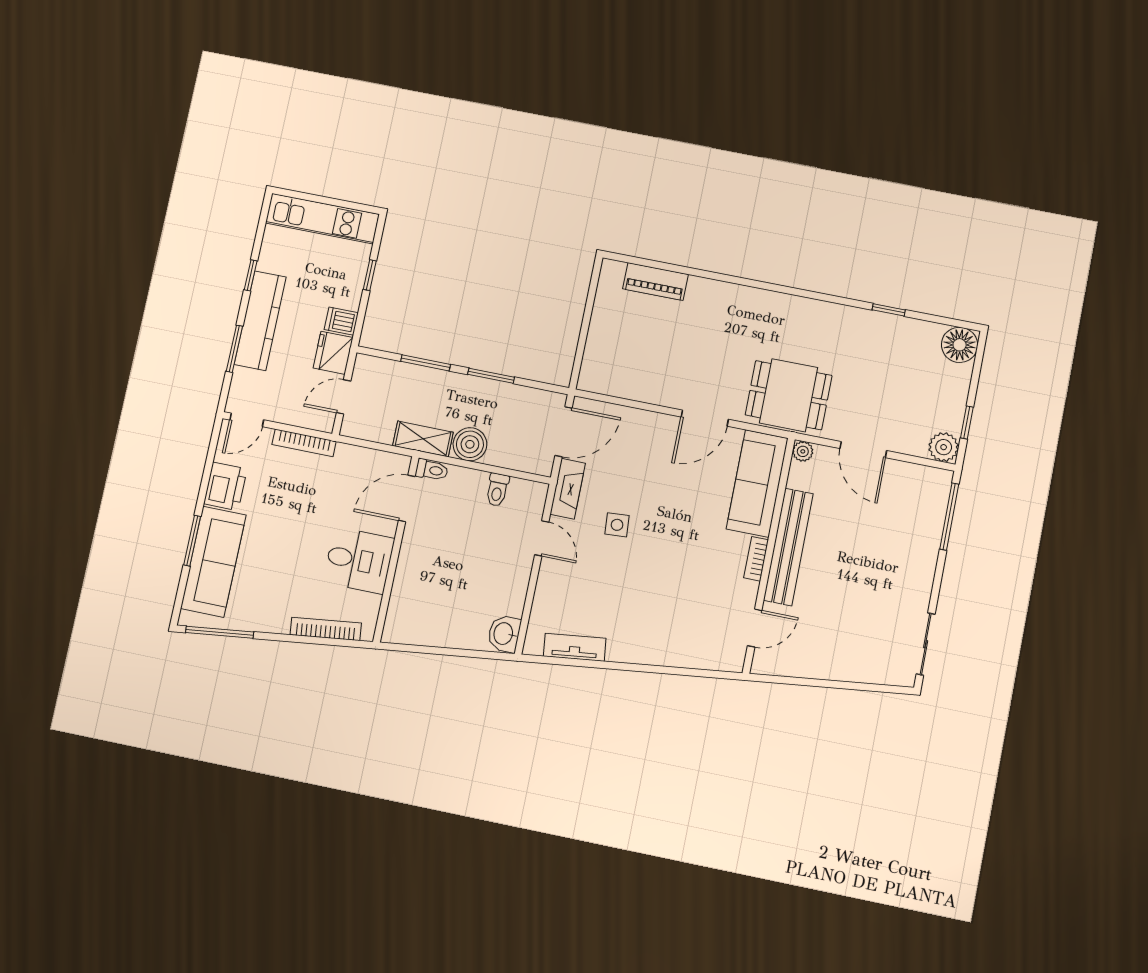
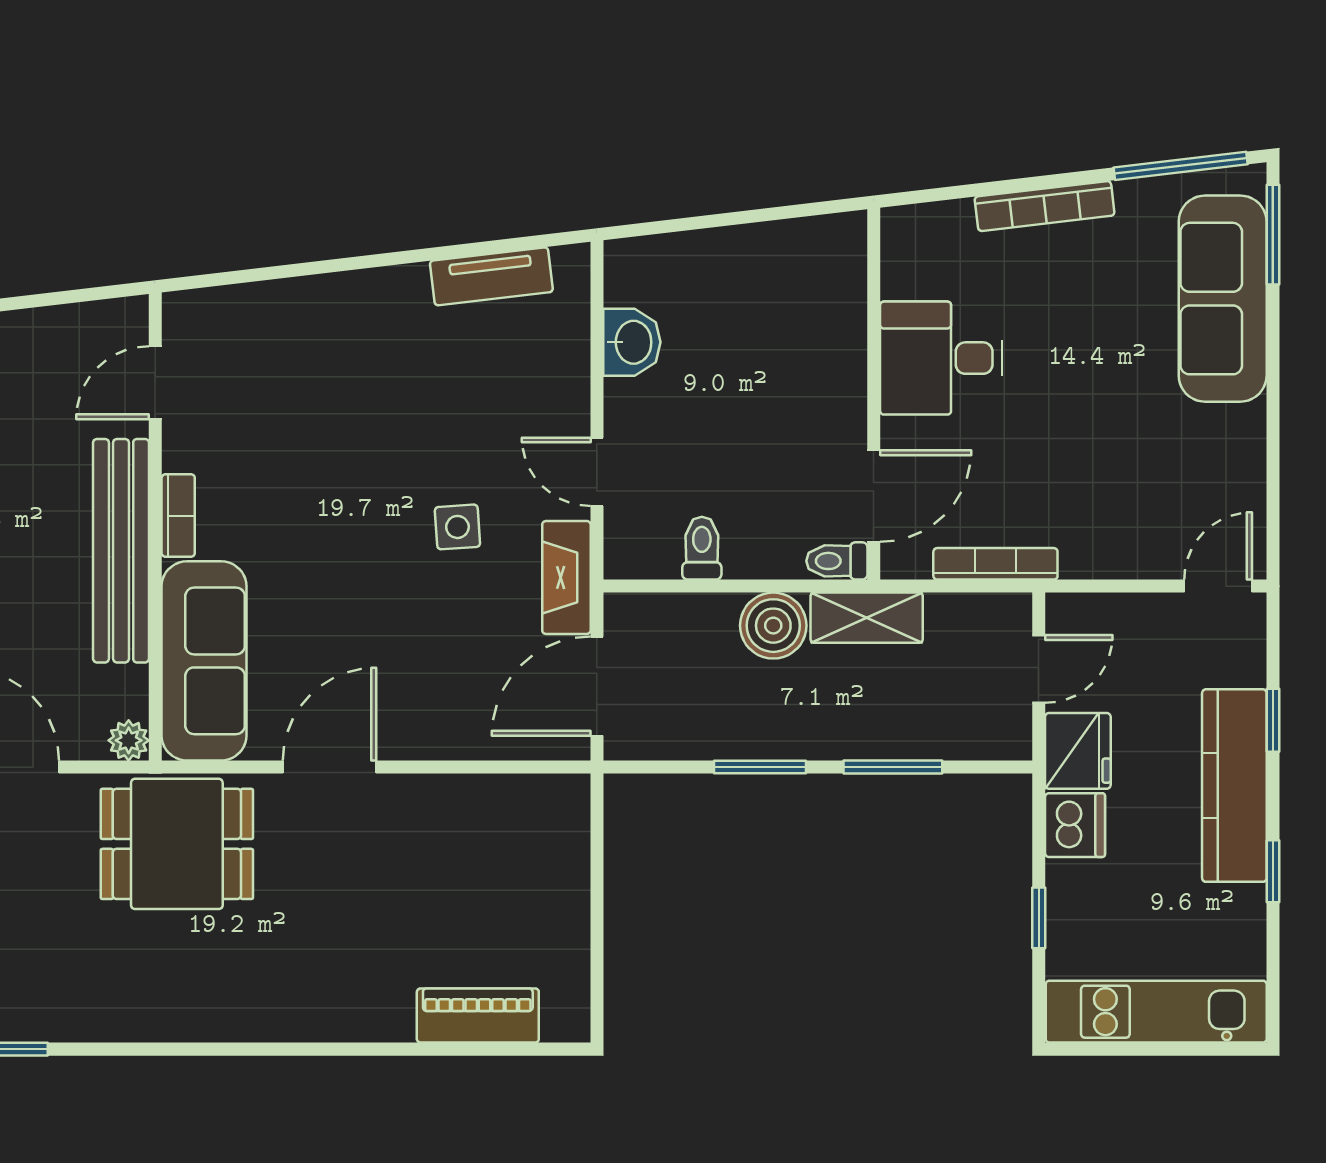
dishwasher: (341, 321) -> (1075, 825), width x1.38
window: (234, 349) -> (1273, 720), width x0.67
bookcase: (304, 443) -> (995, 564), moved
printer: (225, 486) -> (1231, 449), removed
window: (192, 541) -> (1273, 235), moved
bookcase: (326, 629) -> (1045, 206), moved
washbasin: (504, 634) -> (632, 342), moved

